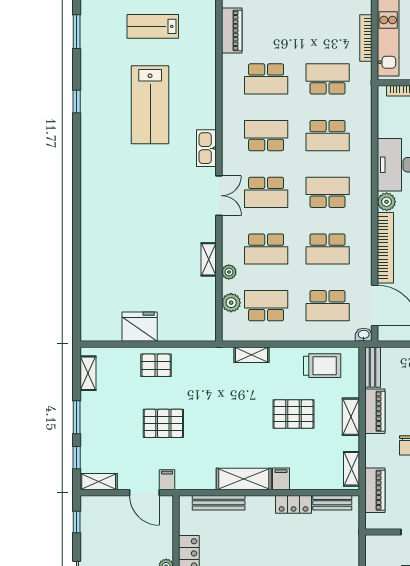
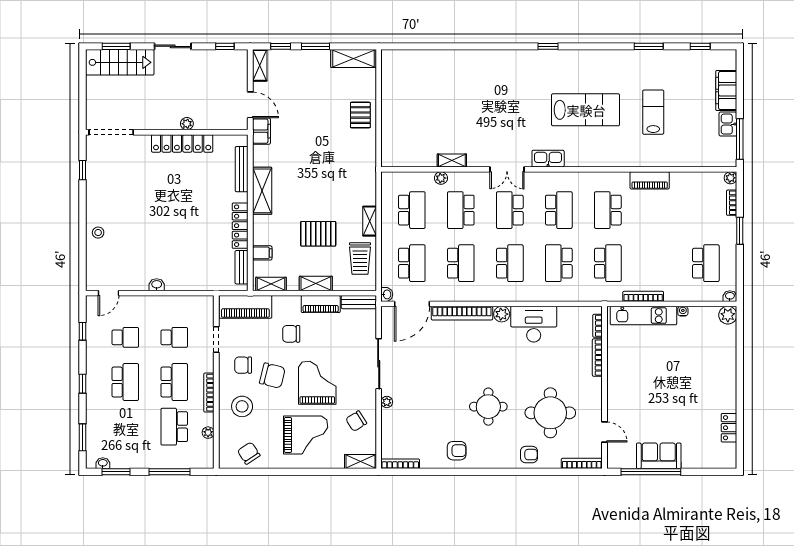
window: (77, 102) -> (548, 46), moved
lab bench: (150, 105) -> (586, 110), turned 180
school desk: (328, 249) -> (461, 263), turned 180
plant: (231, 303) -> (415, 180), removed
school desk: (328, 306) -> (412, 263), turned 180
fridge: (140, 327) -> (394, 101), removed
shelving: (251, 355) -> (370, 221), moved
shelving: (88, 373) -> (354, 59), width x1.50, depth x1.33
pallet: (293, 414) -> (318, 234), turned 90
pallet: (163, 423) -> (310, 121), removed
filing cabinet: (281, 479) -> (262, 253), moved
filing cabinet: (167, 480) -> (261, 131), width x2.00
piano: (375, 490) -> (245, 307), width x1.37, depth x1.33
door: (144, 493) -> (250, 105), swing flipped
locker: (294, 504) -> (240, 226), width x1.53

